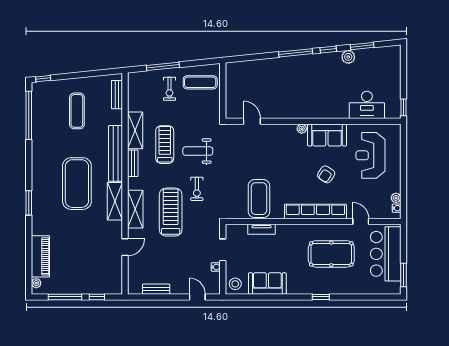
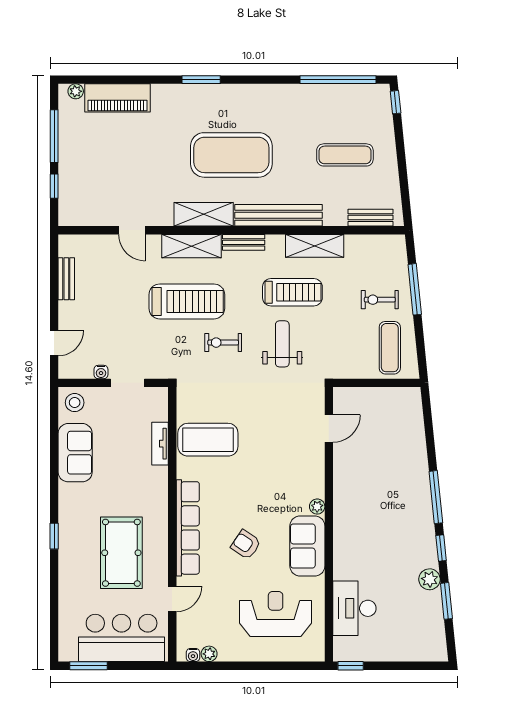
bench: (133, 163) -> (244, 242), moved

